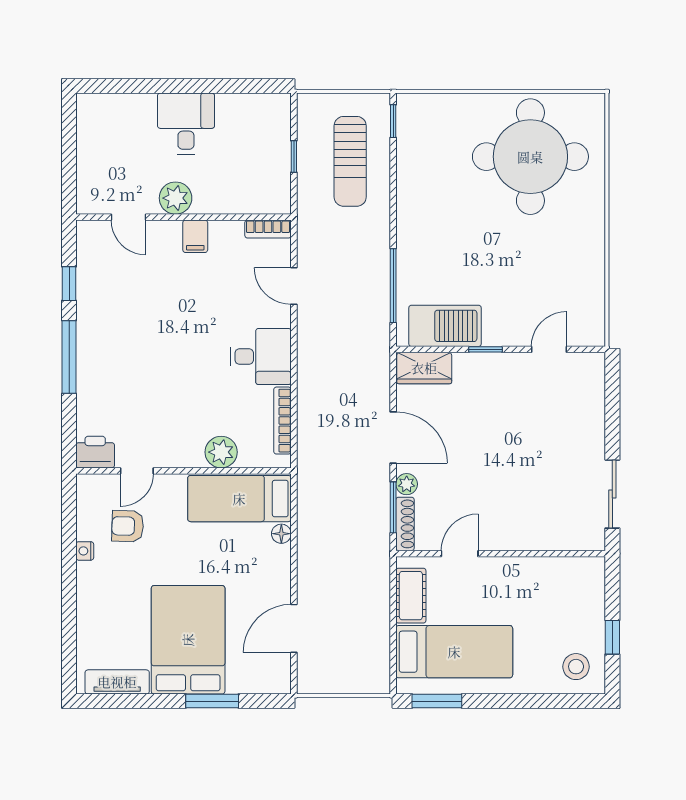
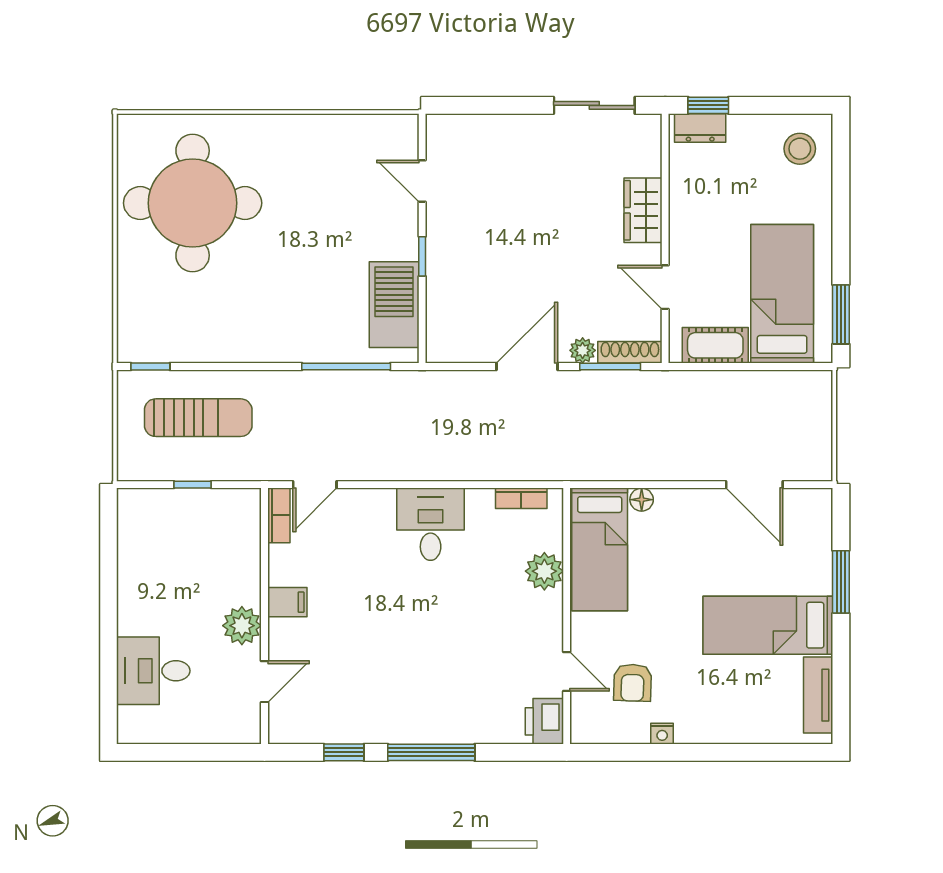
desk: (186, 124) -> (153, 671), moved
door: (294, 286) -> (315, 485), moved
wardrobe: (424, 368) -> (643, 210), moved, turned 180
bookcase: (282, 421) -> (521, 498), width x0.64
dresser: (593, 583) -> (700, 128), added
window: (612, 637) -> (708, 105), moved
bed: (188, 640) -> (768, 625), width x0.67

